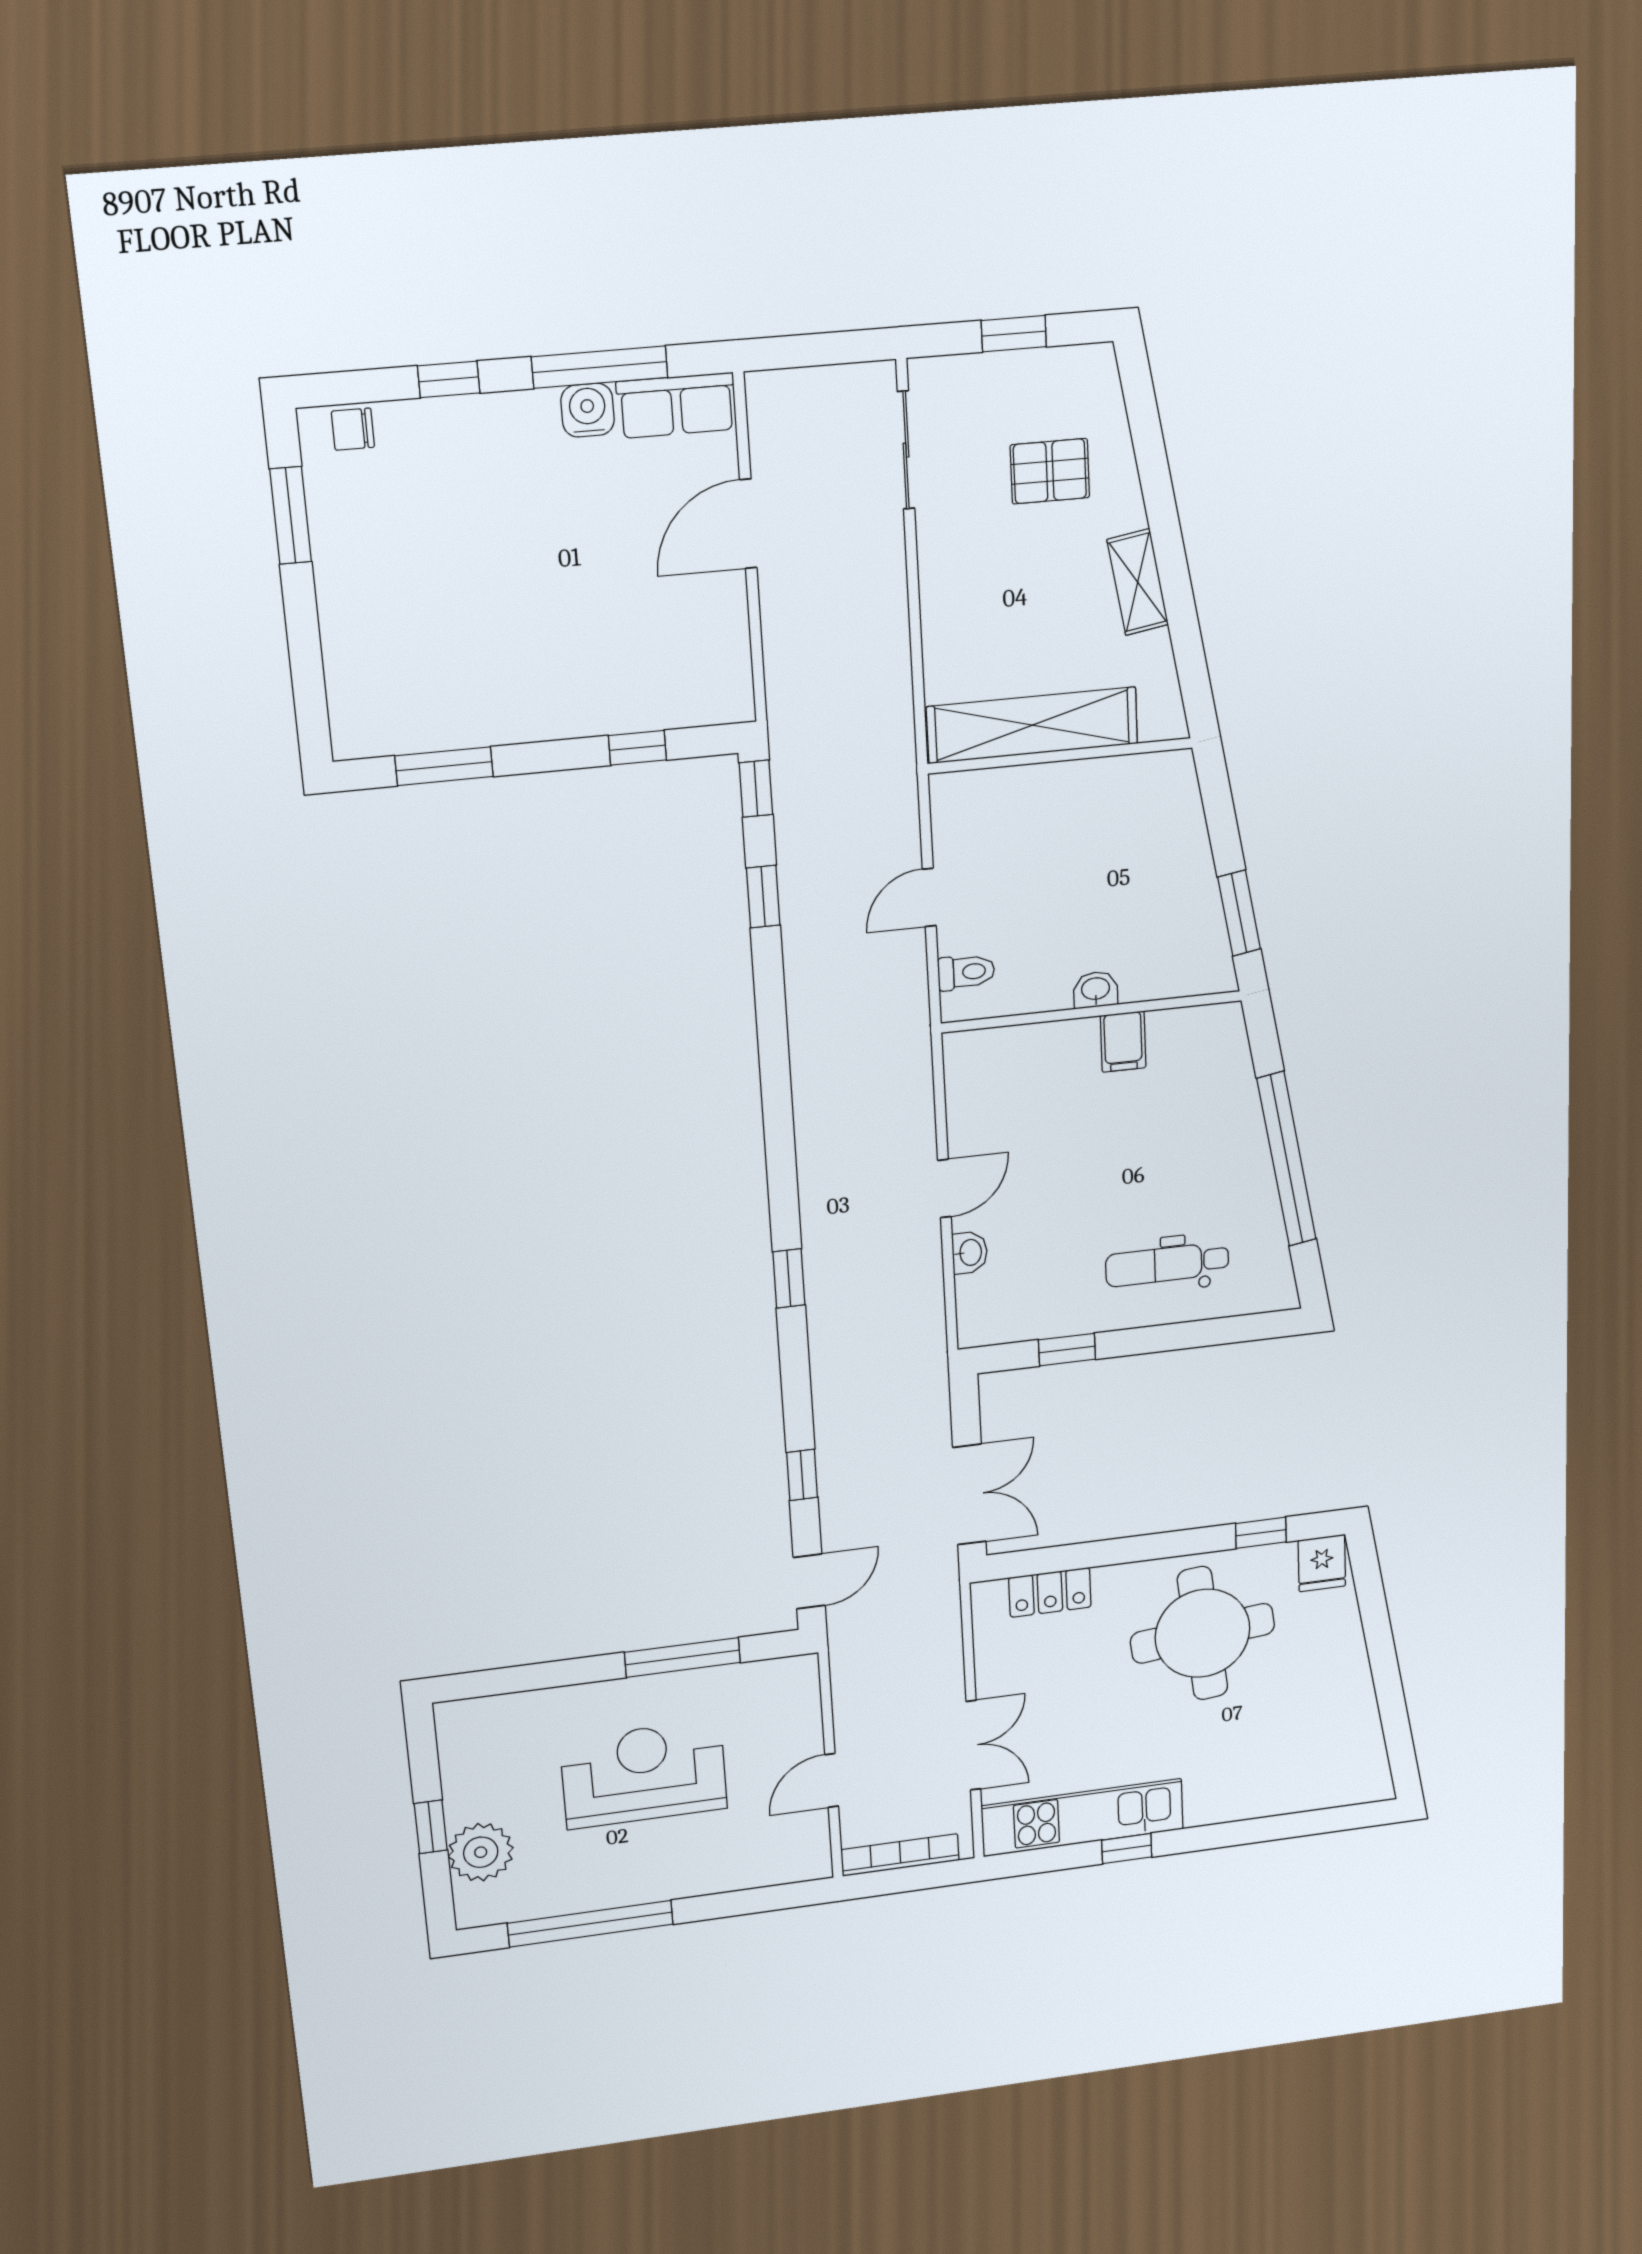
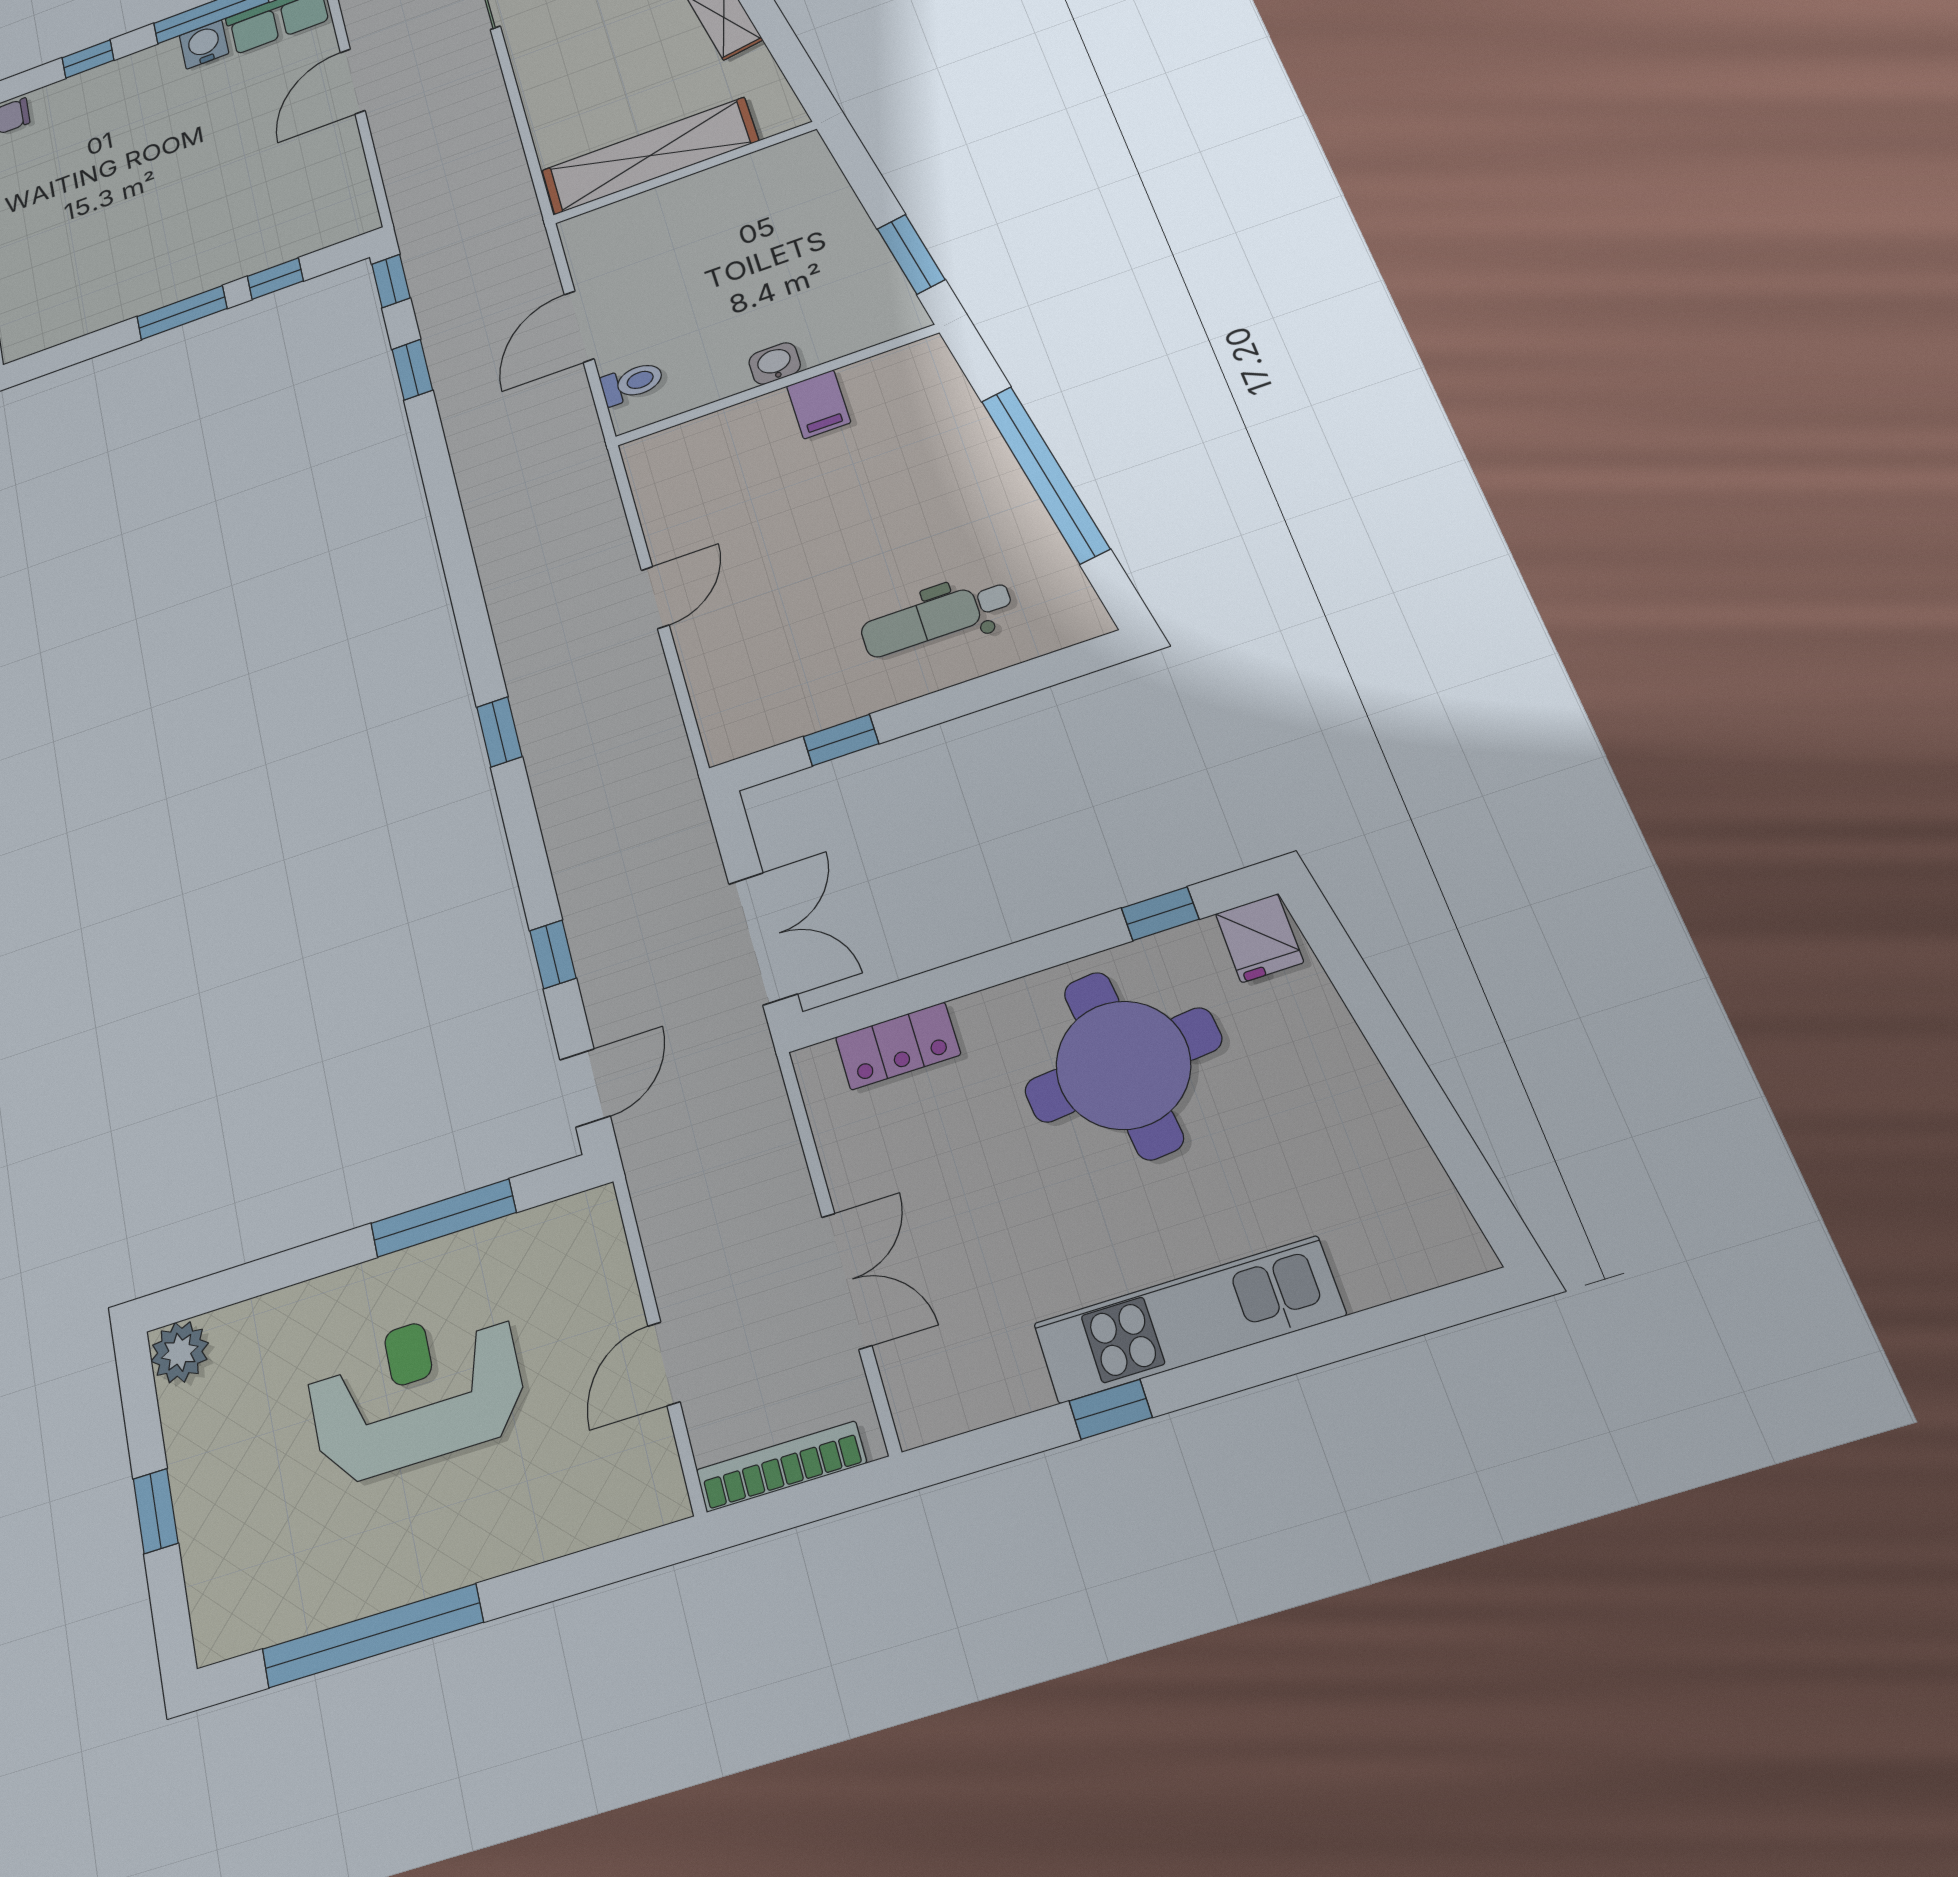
window: (444, 766) -> (182, 313), moved
door: (929, 897) -> (579, 327), width x1.38
washbasin: (970, 1253) -> (699, 658), removed
kitchen unit: (1083, 1817) -> (1189, 1320), moved
plant: (481, 1852) -> (180, 1352), moved, width x0.73, depth x0.73

